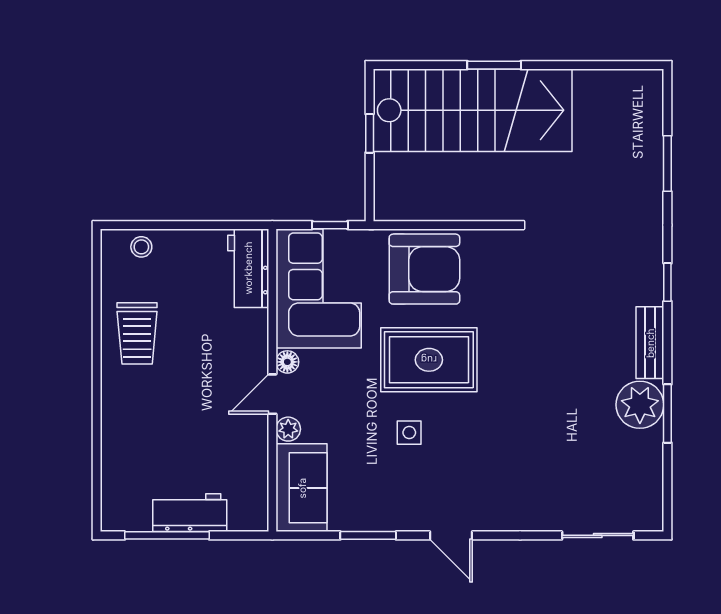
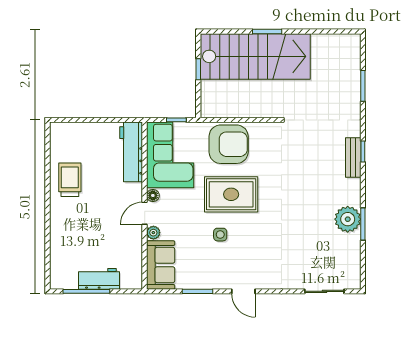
stool: (141, 247) -> (72, 132), removed
workbench: (248, 268) -> (131, 152), width x1.38
trolley: (137, 333) -> (70, 180), turned 180
bench: (650, 343) -> (353, 157), moved

